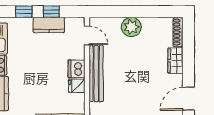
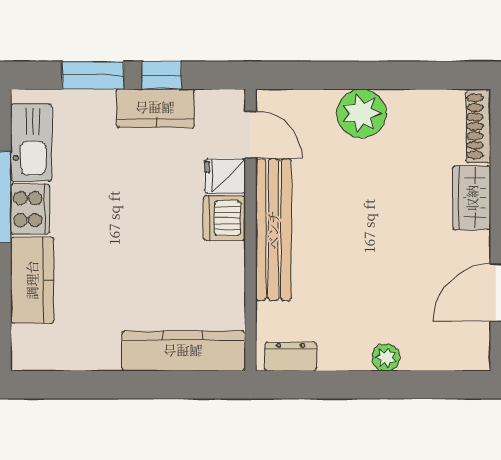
window: (24, 12) -> (93, 75), width x1.50
fridge: (77, 86) -> (225, 176), moved

